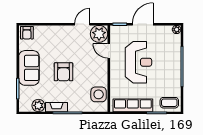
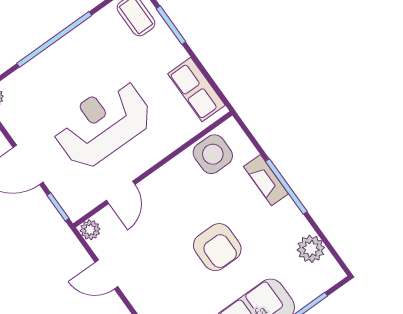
plant: (99, 34) -> (90, 230), width x0.53, depth x0.53
armchair: (63, 72) -> (217, 247), turned 90
row of seats: (133, 105) -> (196, 89), width x0.68
fireplace: (56, 107) -> (266, 180), moved

